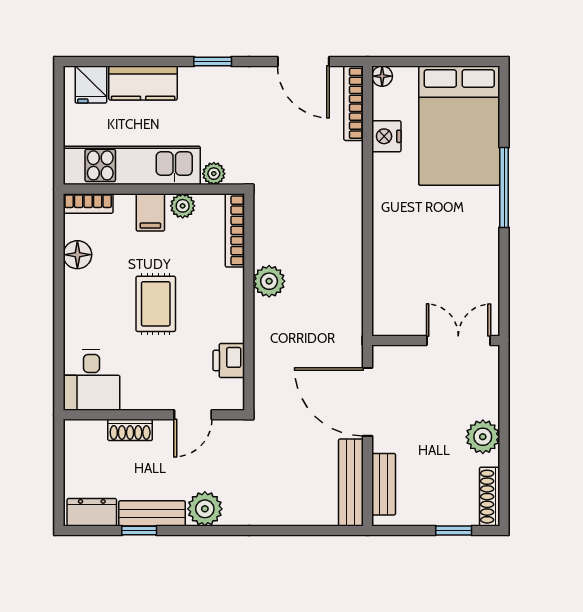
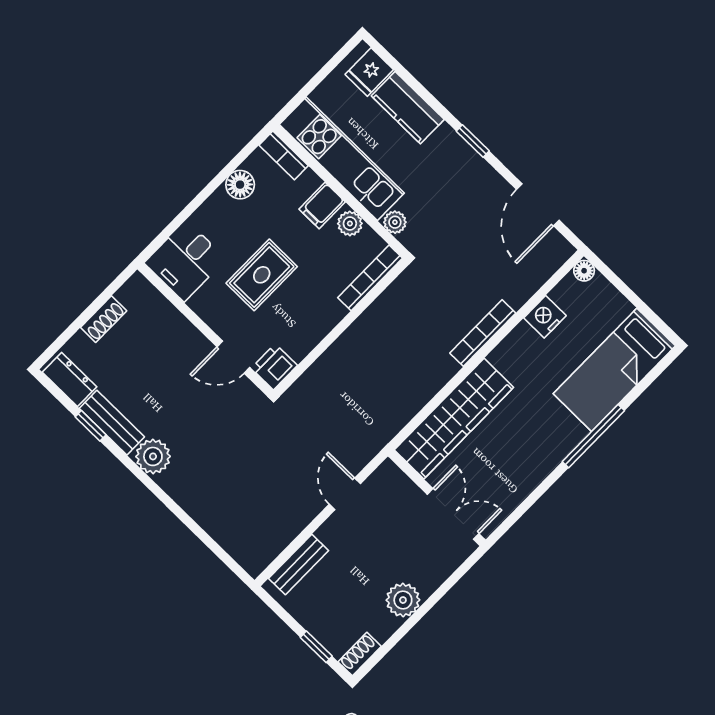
bookcase: (353, 103) -> (483, 333), moved
bed: (459, 126) -> (614, 370), width x0.67
wardrobe: (393, 272) -> (454, 419), added
plant: (269, 281) -> (359, 338), removed
desk: (91, 380) -> (185, 261), moved
door: (367, 402) -> (345, 494), width x0.53
wall: (154, 415) -> (205, 330), moved
door: (193, 415) -> (233, 357), moved
shoe rack: (130, 430) -> (104, 319), moved, turned -90
bench: (351, 482) -> (276, 540), removed
shoe rack: (490, 497) -> (360, 654), width x0.70

